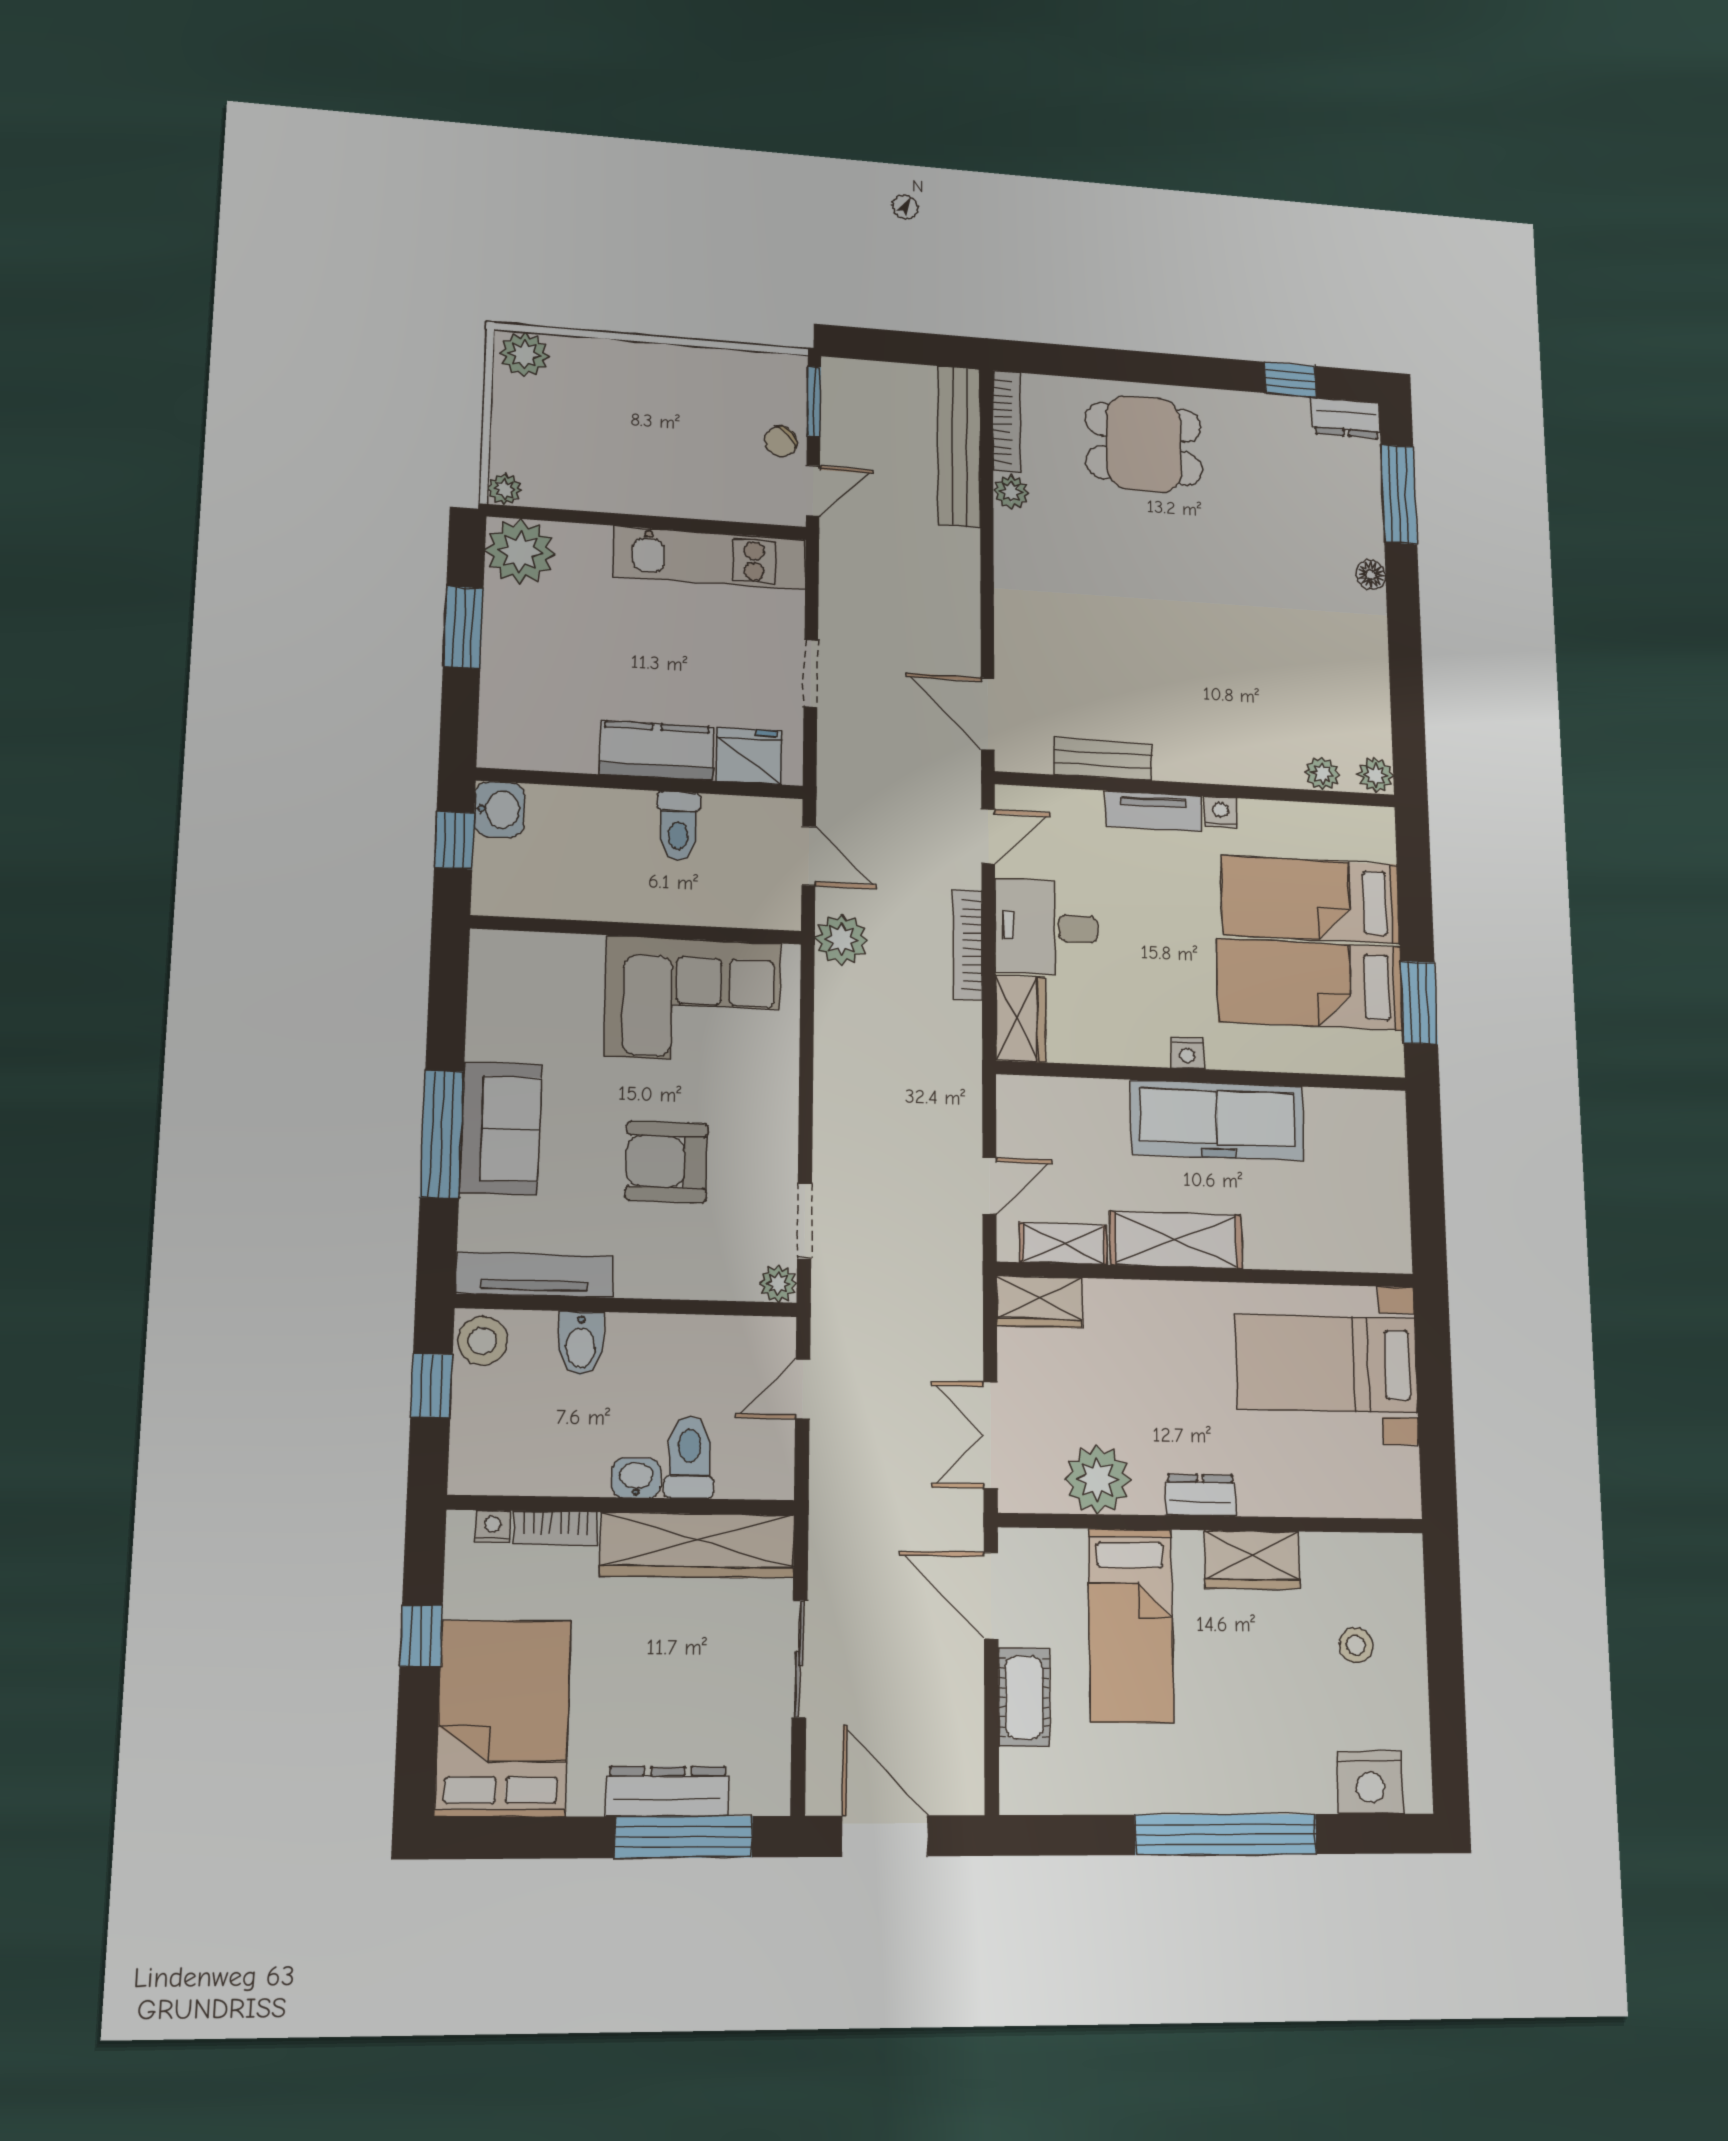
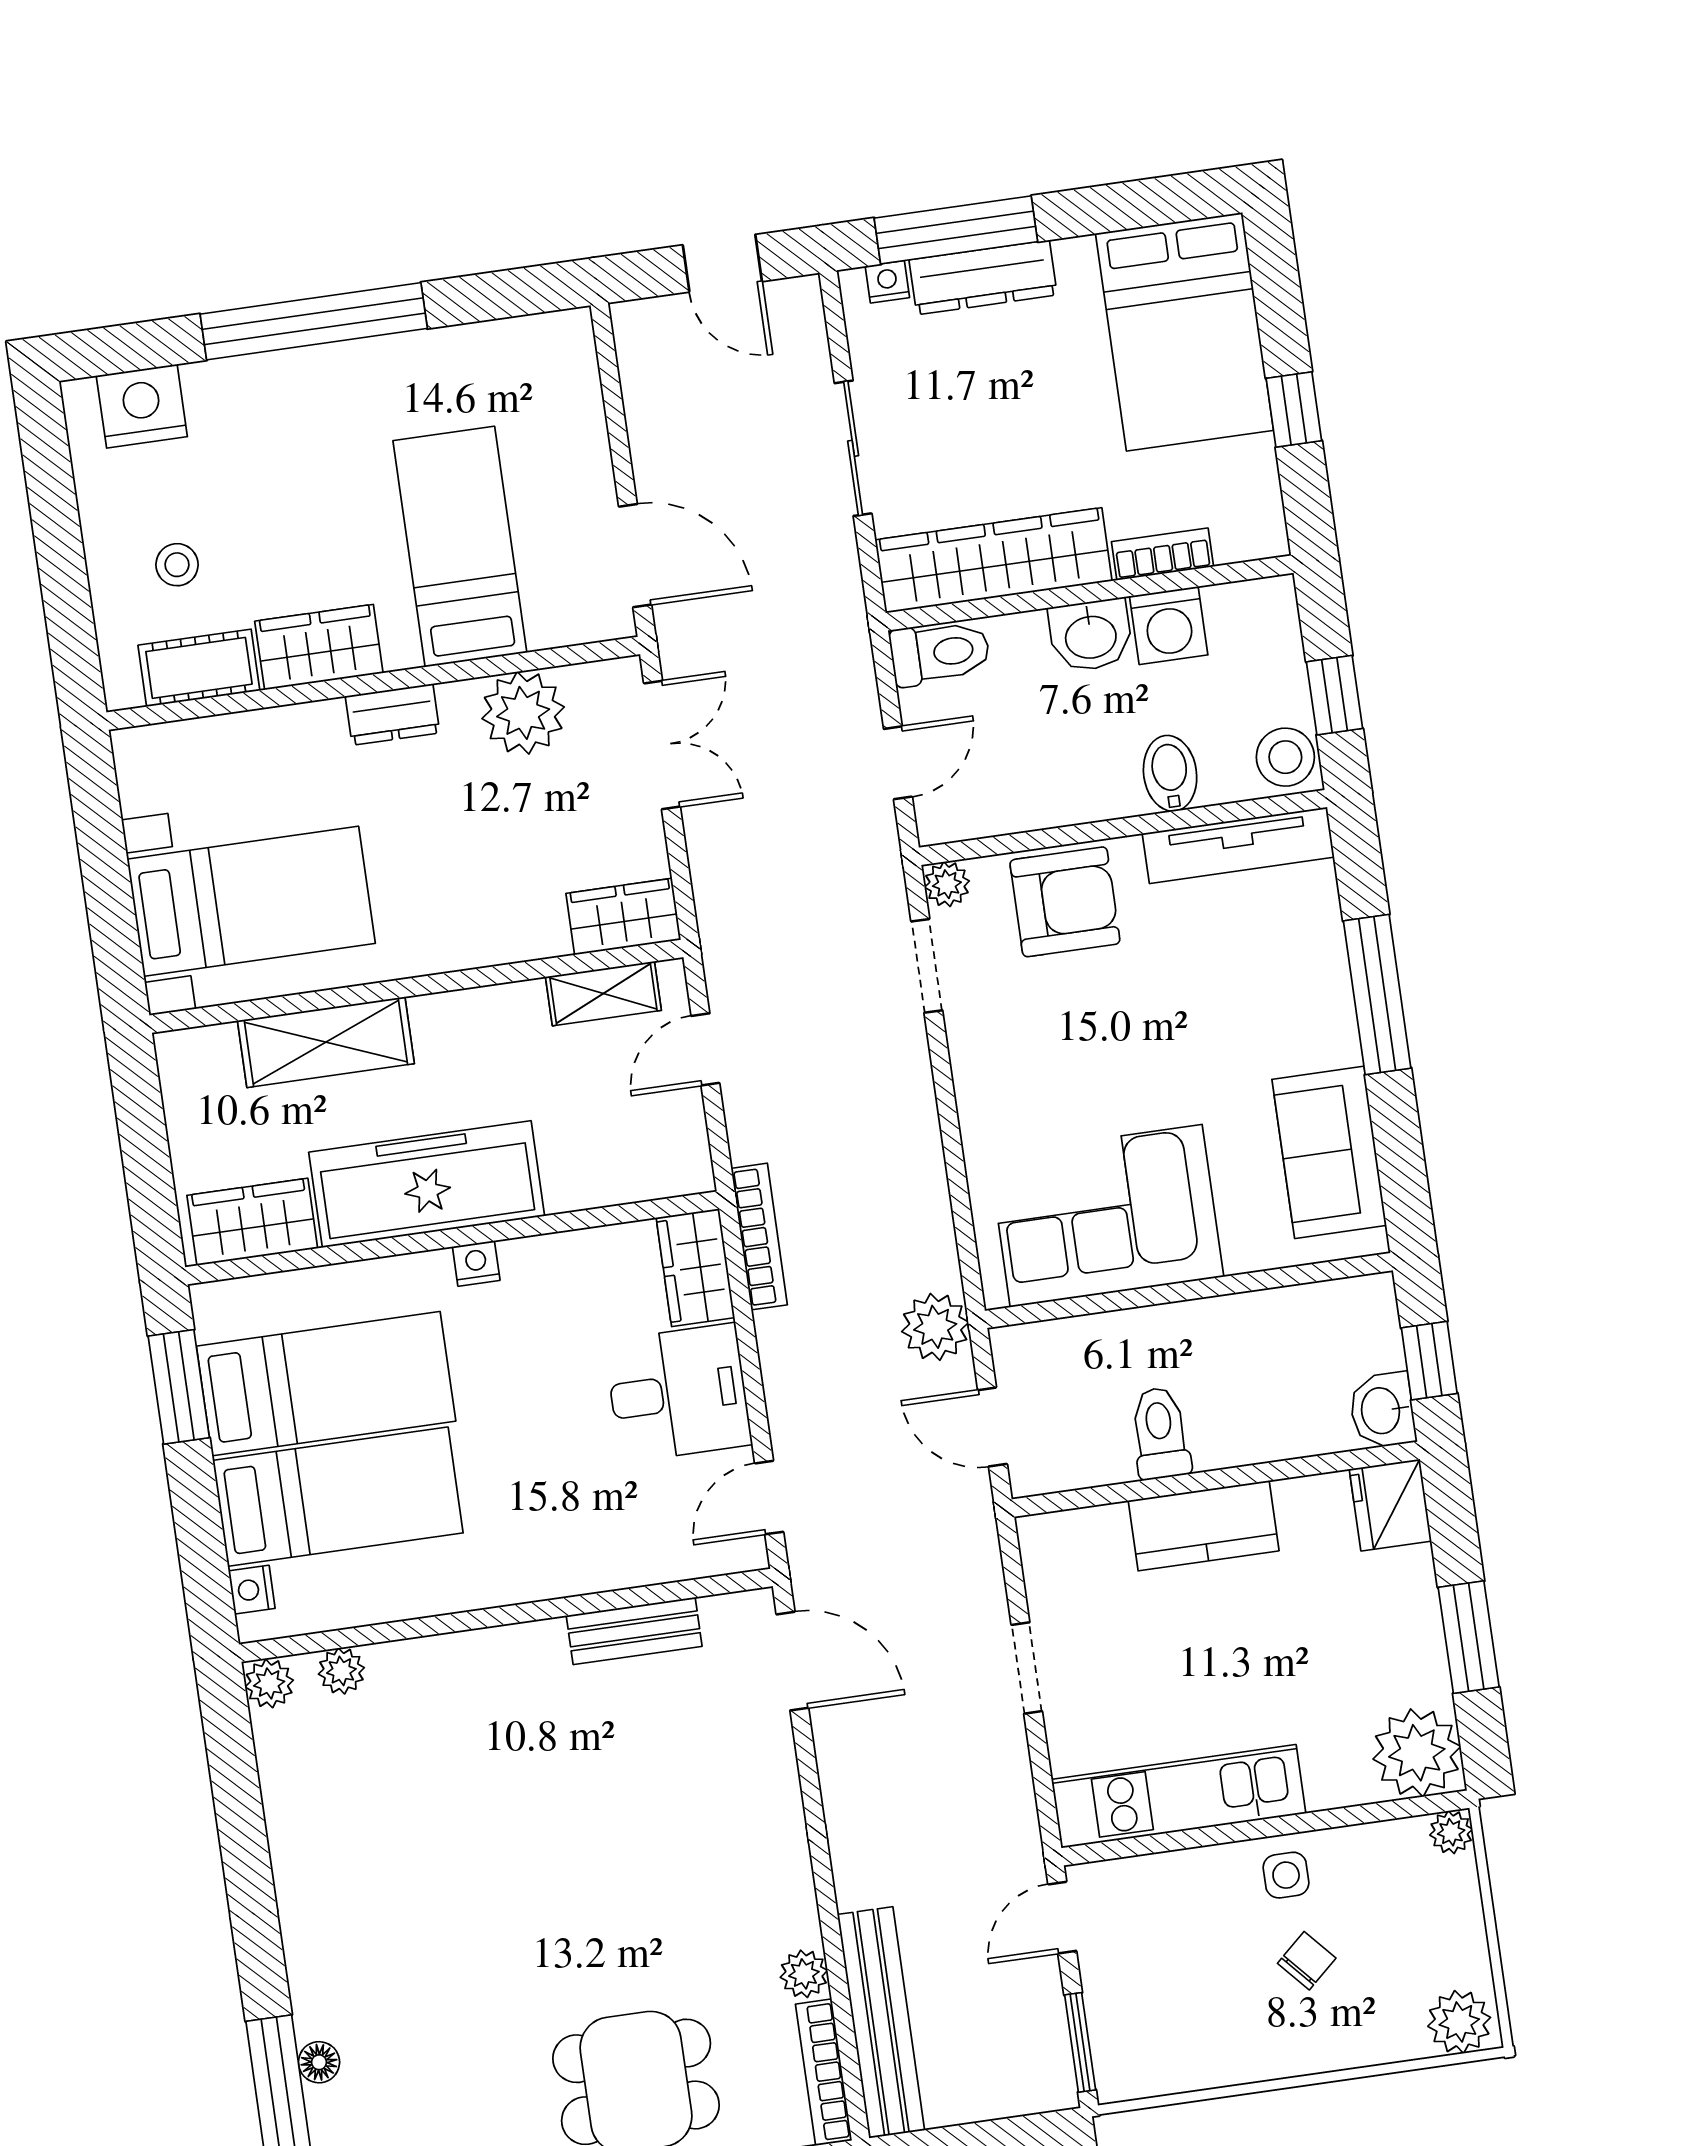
chair: (781, 441) -> (1307, 1961), moved
side table: (638, 485) -> (1286, 1875), added
floor lamp: (1371, 575) -> (319, 2062), moved
fridge: (749, 756) -> (1390, 1505), moved, turned 90
tv unit: (1154, 811) -> (559, 1574), removed
nightstand: (1221, 812) -> (252, 1590), moved, turned 90
bookcase: (968, 945) -> (759, 1237), moved
wardrobe: (1352, 1116) -> (252, 1222), added
sofa: (501, 1128) -> (1329, 1152), moved
armchair: (667, 1162) -> (1065, 902), moved
shelving: (1176, 1240) -> (326, 1042), moved
toilet: (689, 1457) -> (940, 653), moved, turned -90
washing machine: (561, 1467) -> (1169, 626), added
washbasin: (636, 1478) -> (1091, 635), width x1.38, depth x1.45
nightstand: (493, 1527) -> (887, 282), moved, turned 180
cot: (1024, 1697) -> (199, 668), moved, turned 90
door: (885, 1836) -> (722, 263), width x0.73

